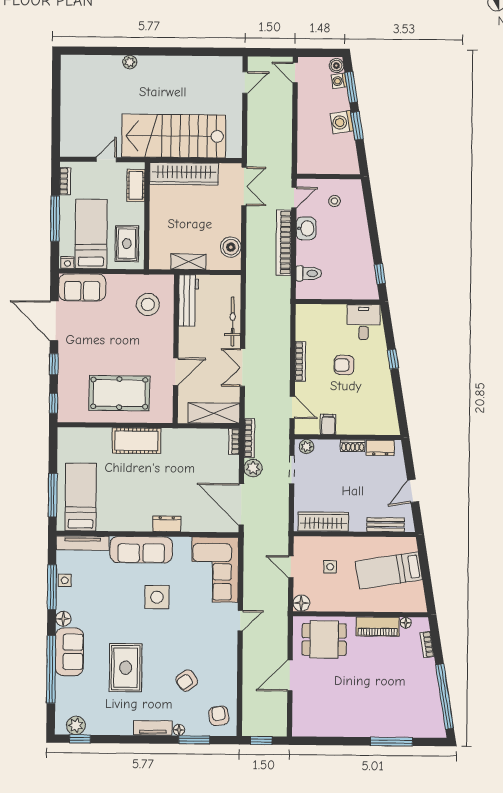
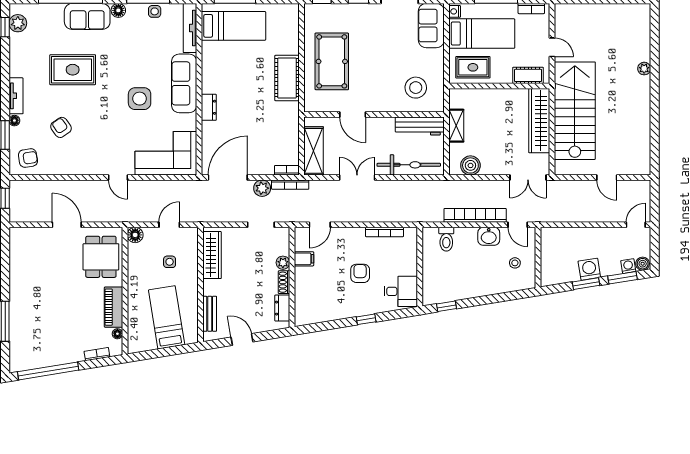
door: (245, 82) -> (607, 177), moved
bicycle: (233, 322) -> (409, 165), width x1.37, depth x1.40
bookcase: (300, 362) -> (385, 232), moved
plant: (307, 446) -> (283, 263), moved

